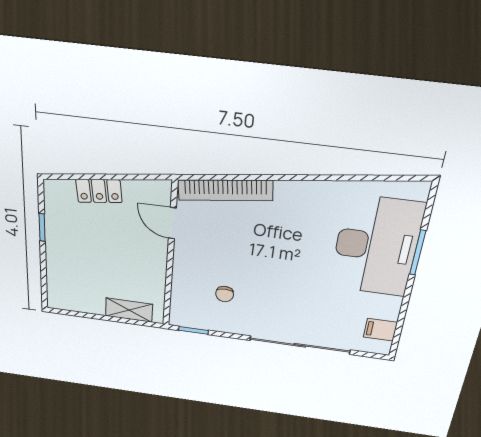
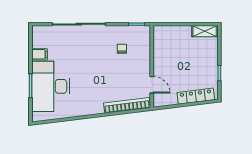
locker: (99, 191) -> (196, 96), width x1.53
shelving: (129, 310) -> (205, 31), moved
filing cabinet: (380, 330) -> (40, 54), moved

